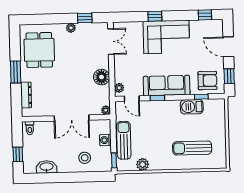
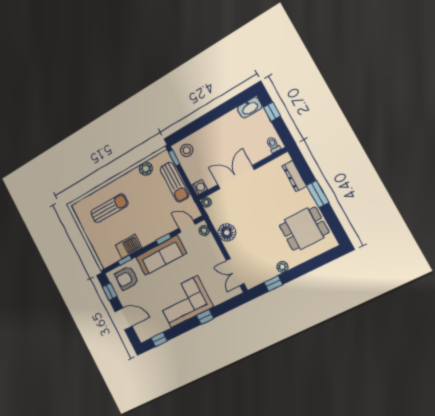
dining table: (39, 50) -> (304, 229), turned 90
washing machine: (105, 140) -> (200, 187), moved
stool: (85, 158) -> (187, 150), moved
washbasin: (47, 167) -> (250, 108), moved

